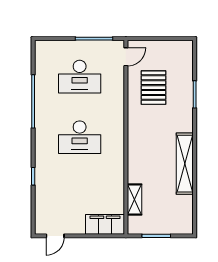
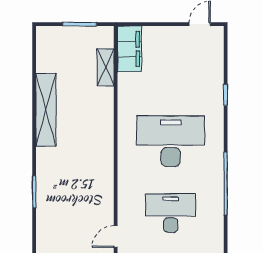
pallet: (154, 88) -> (83, 200), removed
desk: (80, 137) -> (171, 141), width x1.36, depth x1.30
filing cabinet: (105, 224) -> (129, 49), moved, turned -90

